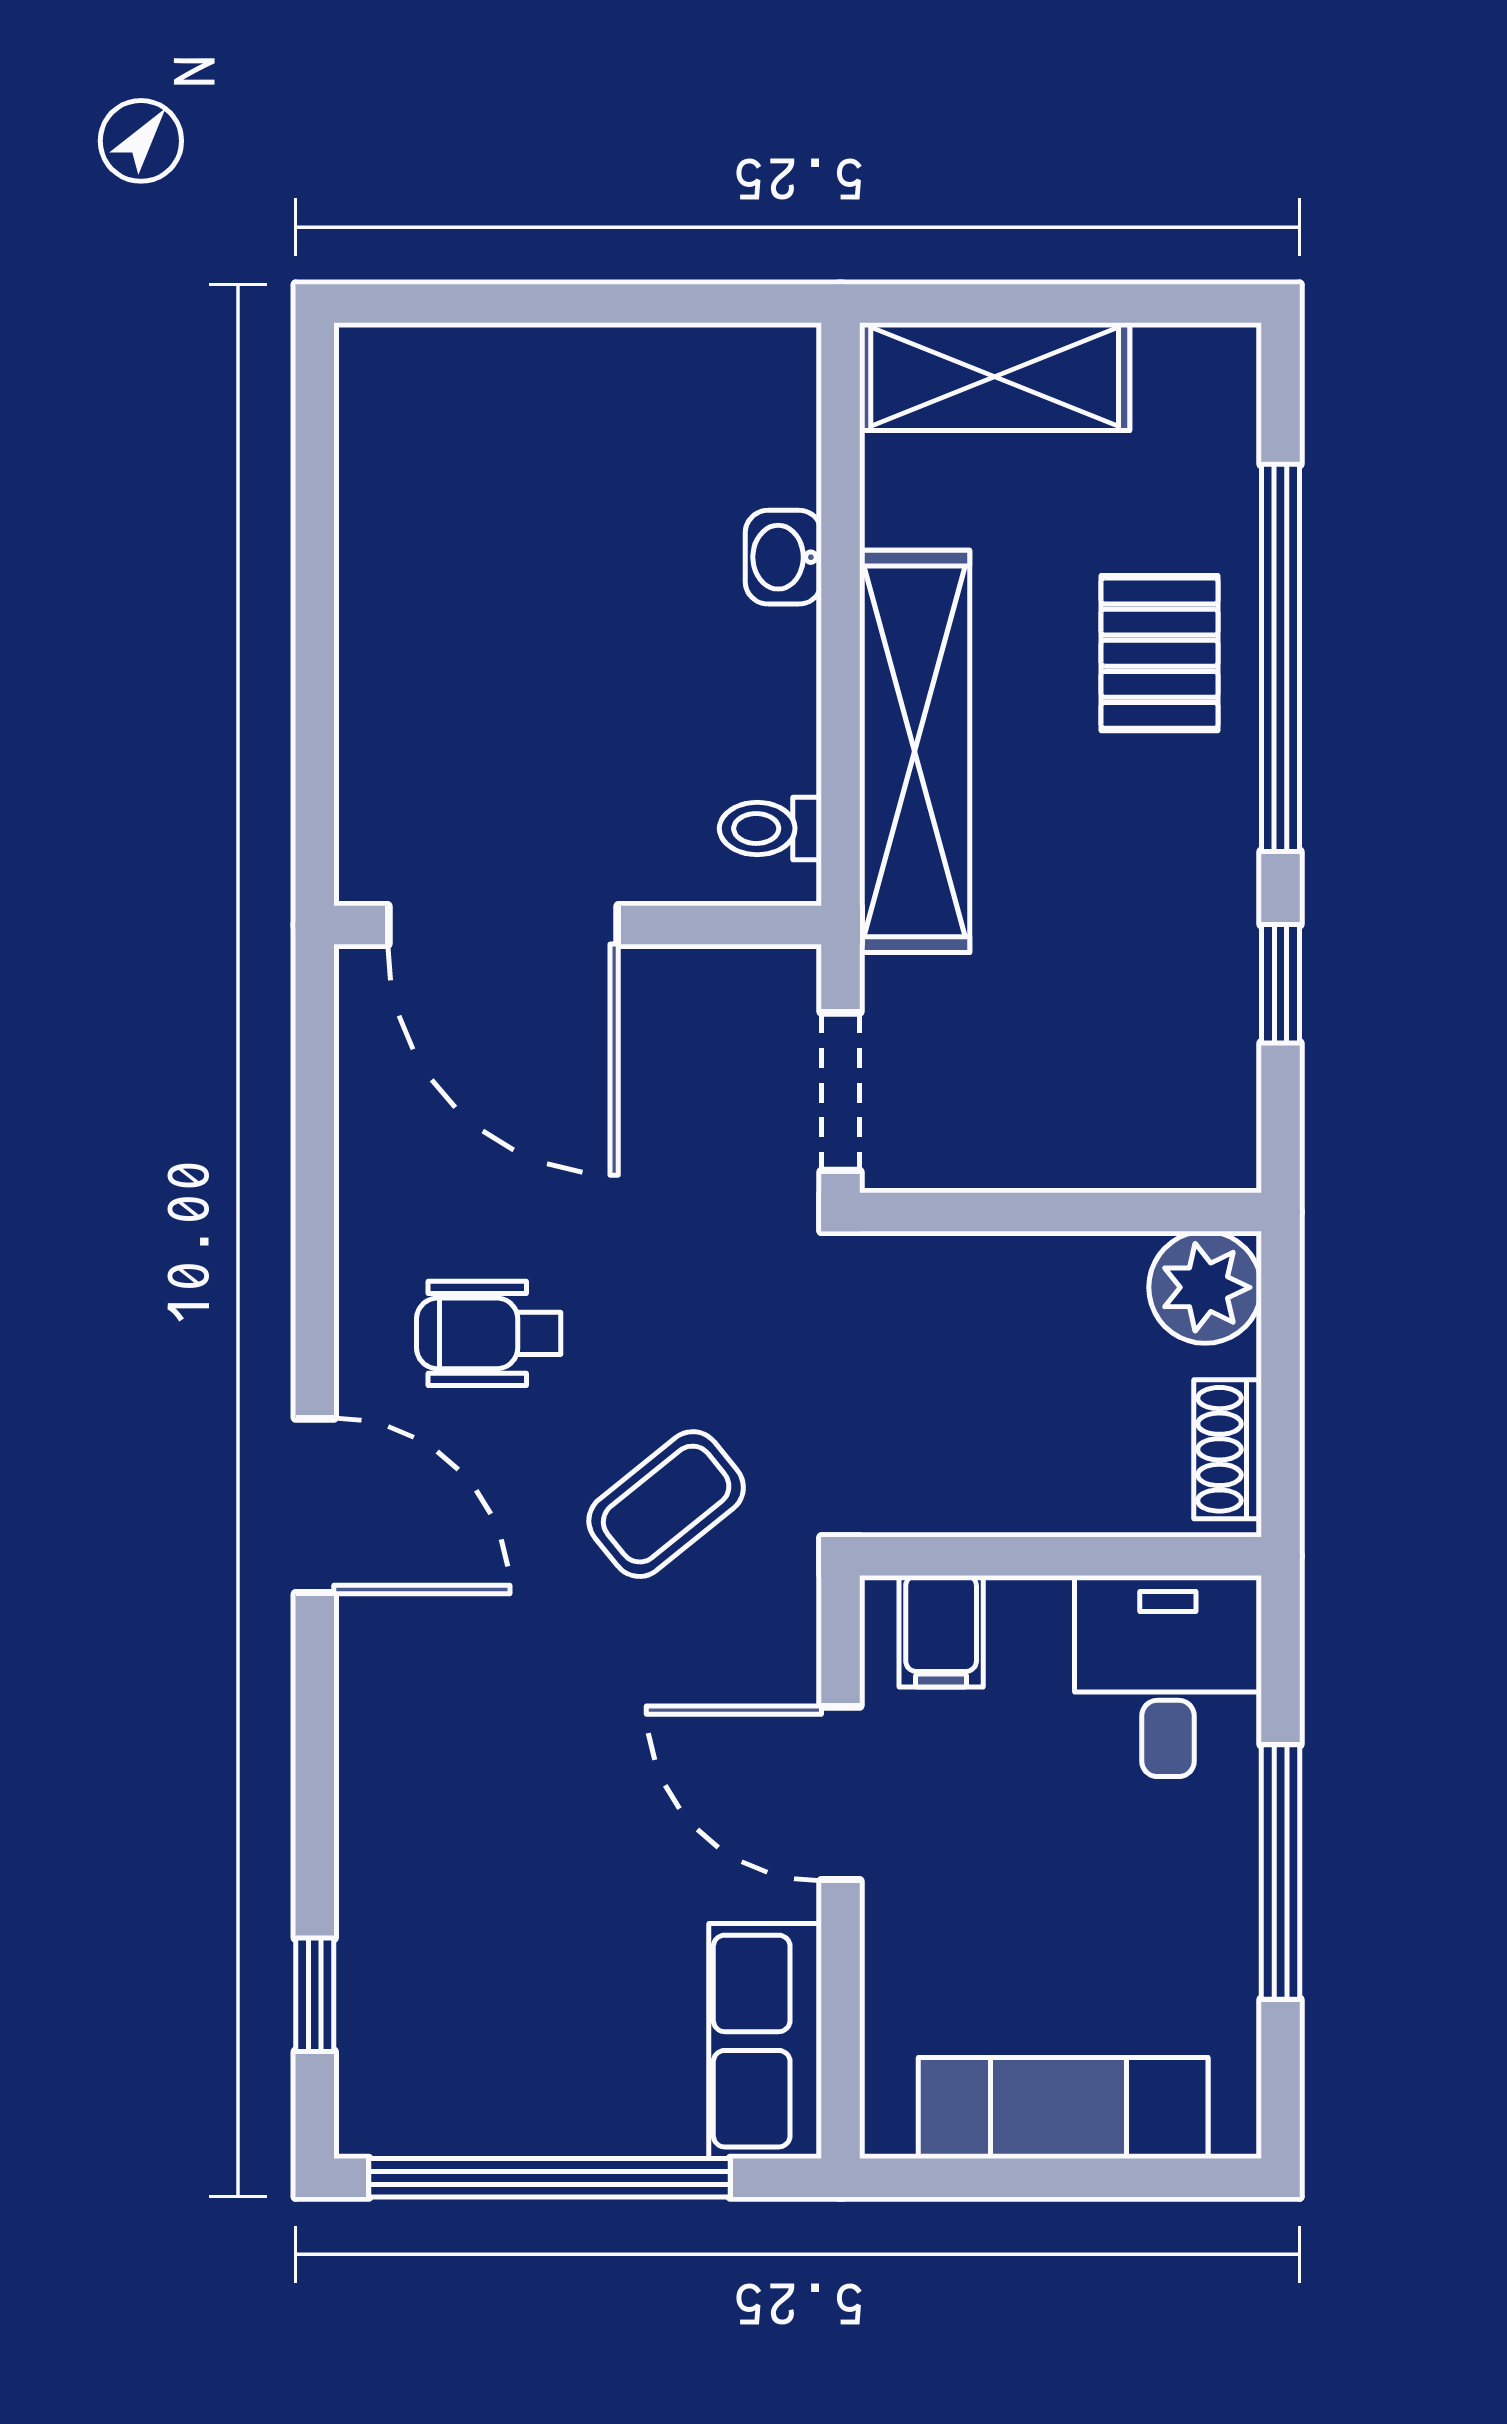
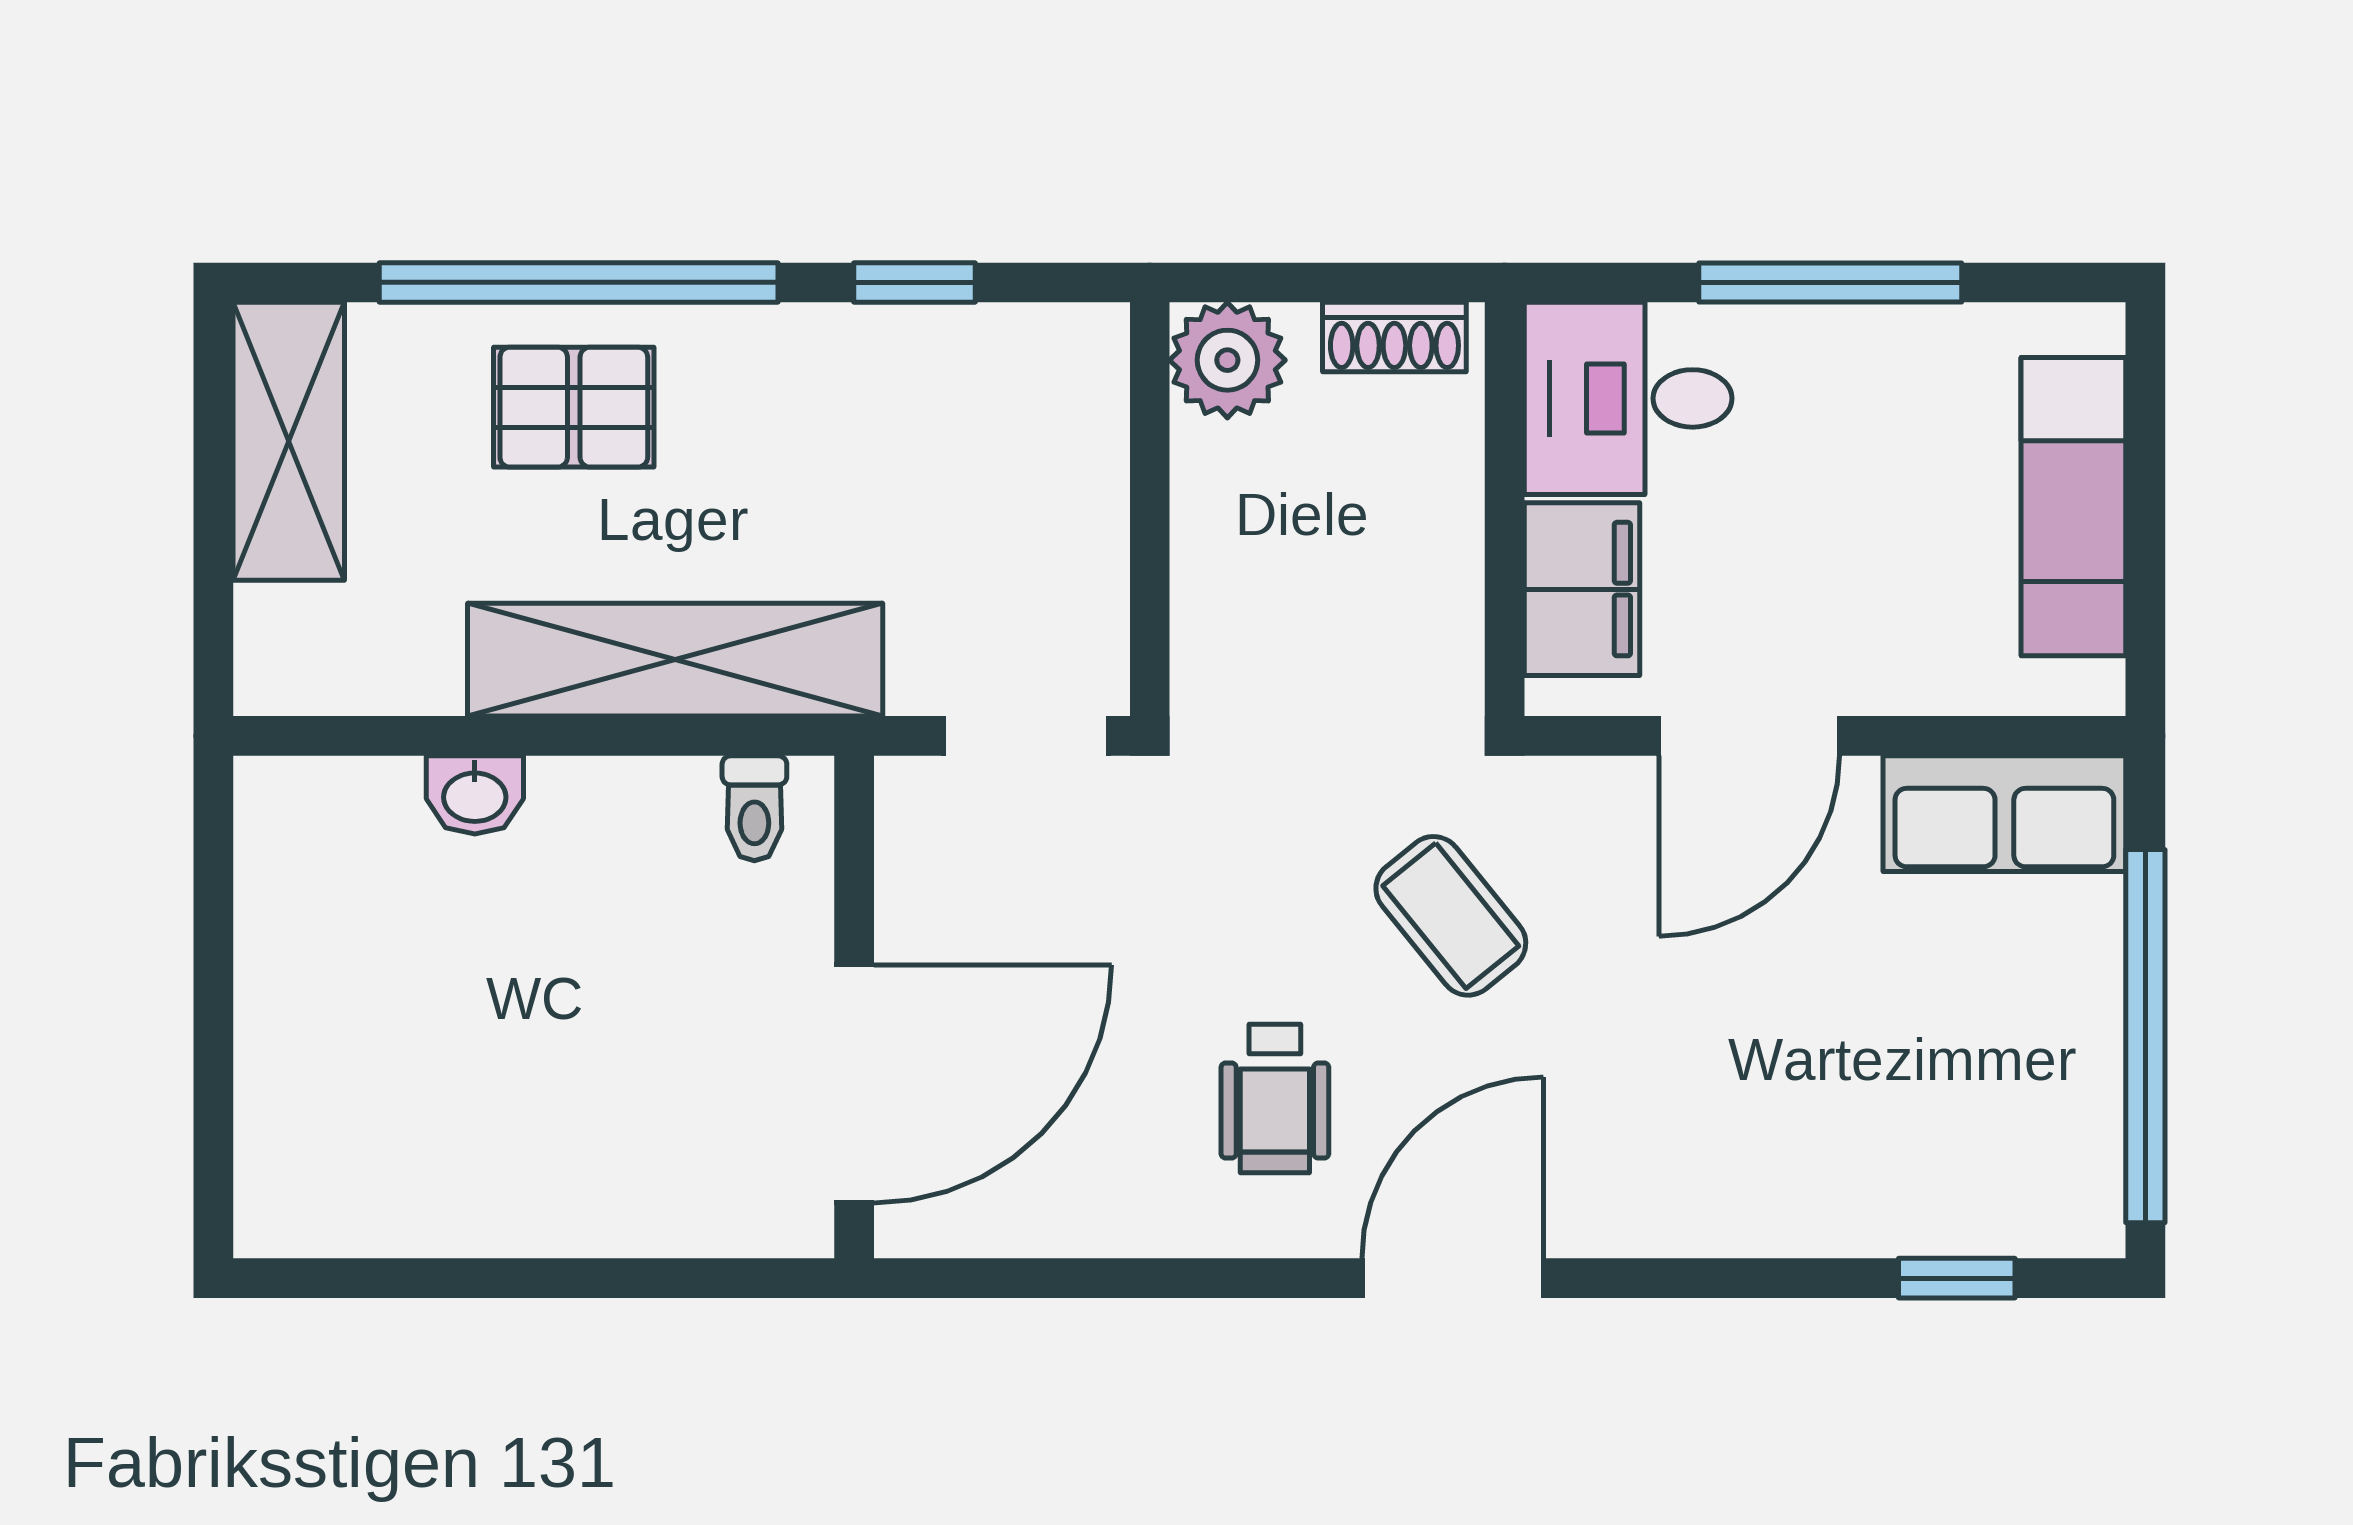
shelving: (995, 377) -> (289, 441), moved
filing cabinet: (941, 1631) -> (1582, 589), width x2.00

